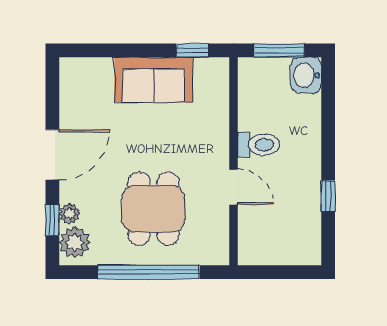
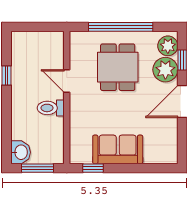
plant: (69, 214) -> (165, 70), width x1.87, depth x1.87

